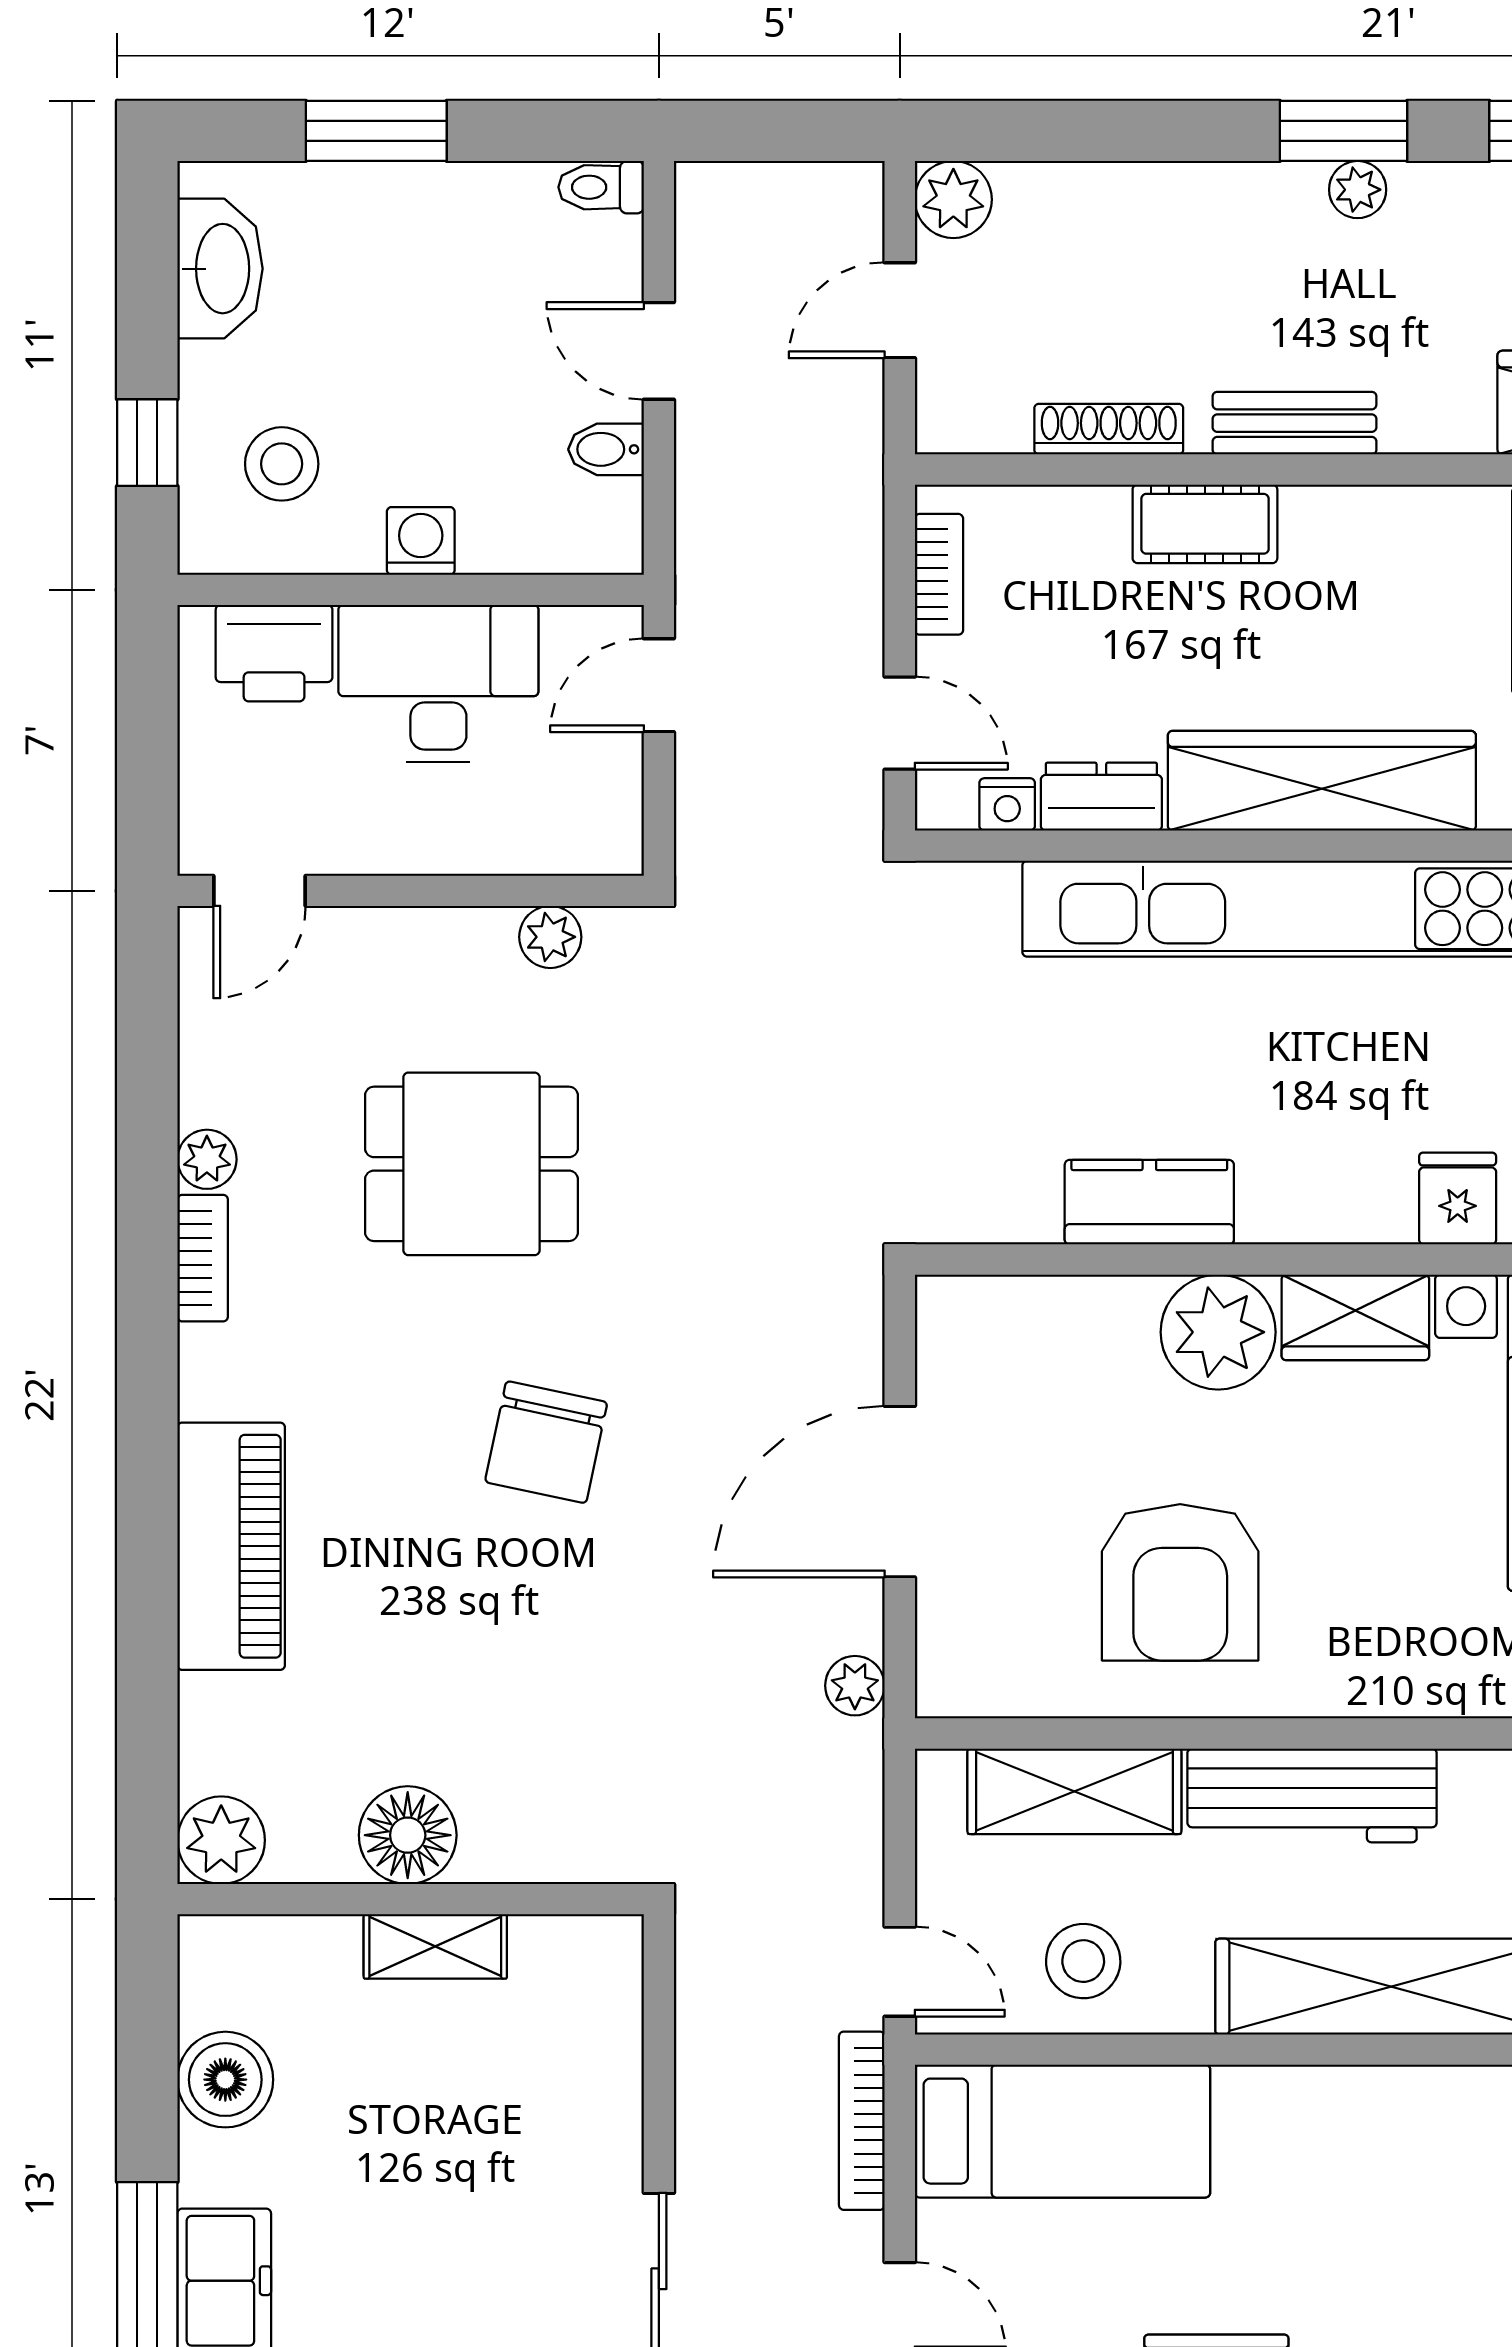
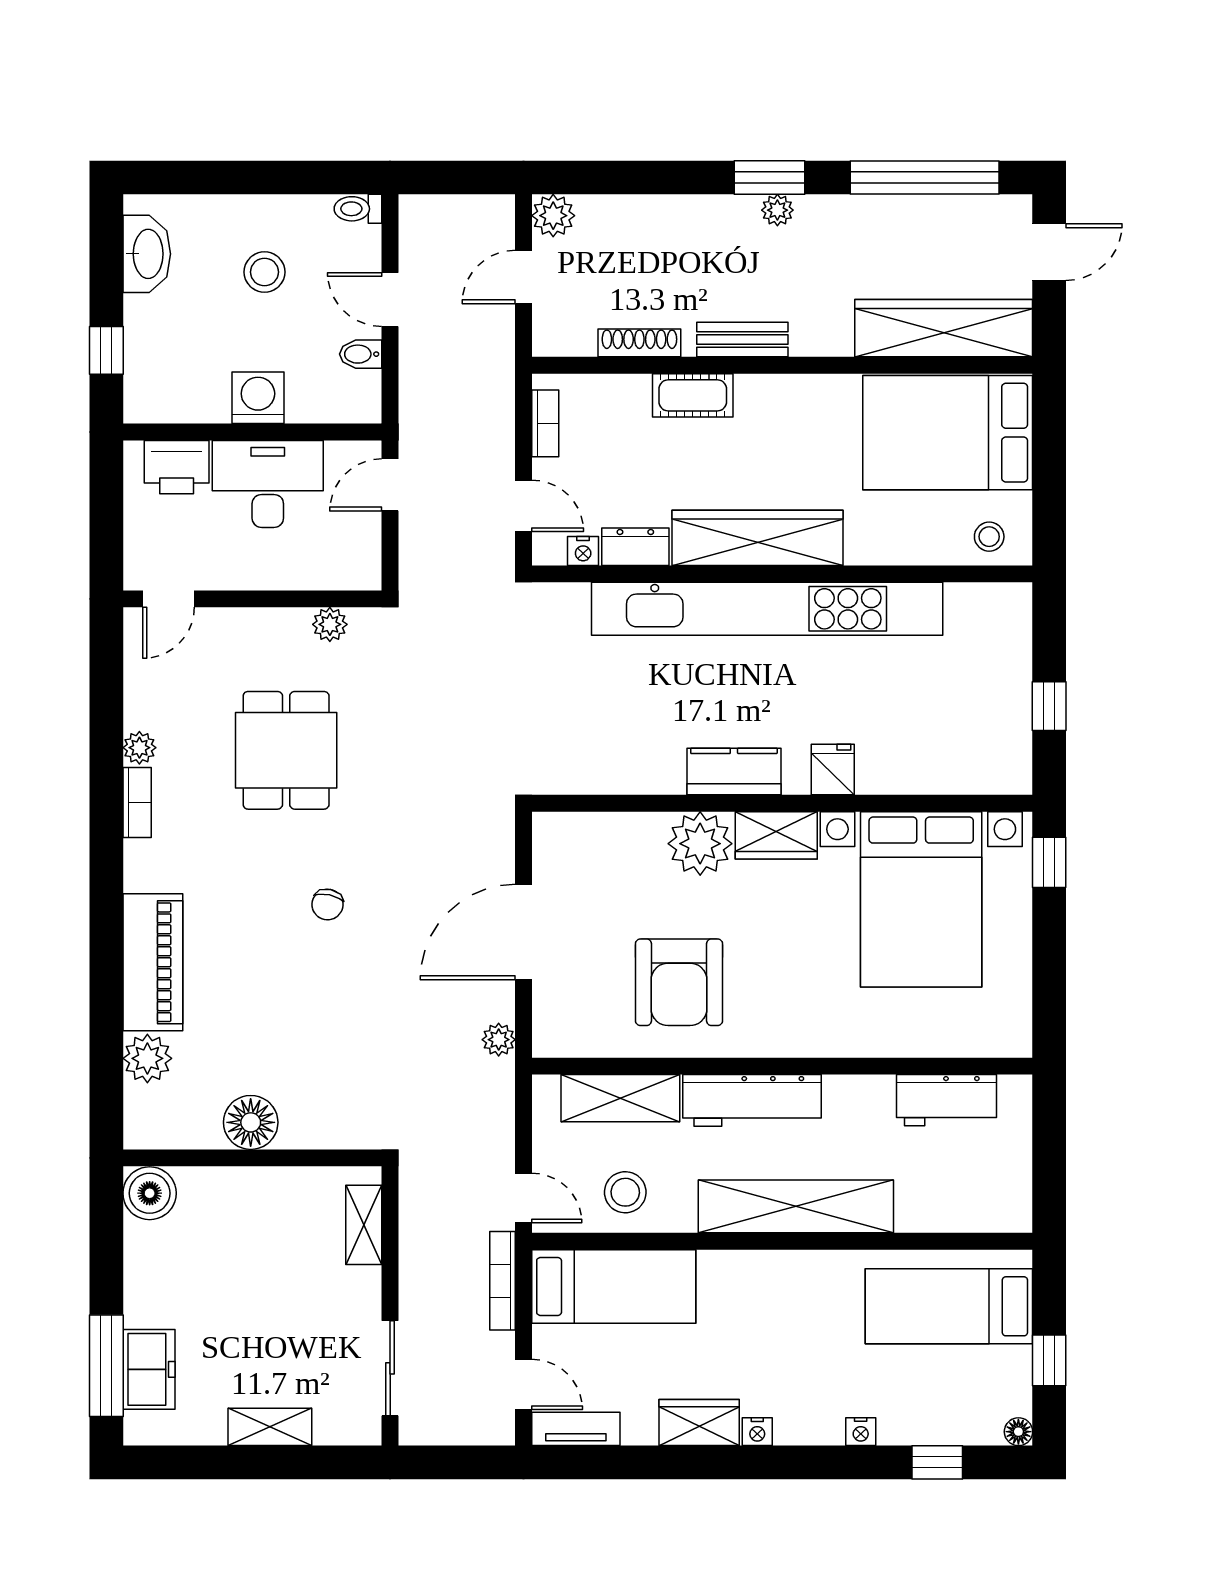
window: (376, 131) -> (233, 178), removed
stool: (282, 464) -> (265, 272), moved
washing machine: (421, 541) -> (258, 398), width x1.38, depth x1.38
dining table: (471, 1164) -> (286, 750), turned 90
kitchen counter: (1149, 1202) -> (734, 772), moved
chair: (546, 1442) -> (328, 905), width x0.54, depth x0.54
plant: (221, 1840) -> (147, 1058), moved
shelving: (435, 1946) -> (364, 1225), moved, turned 90
boiler: (225, 2080) -> (150, 1193), moved

